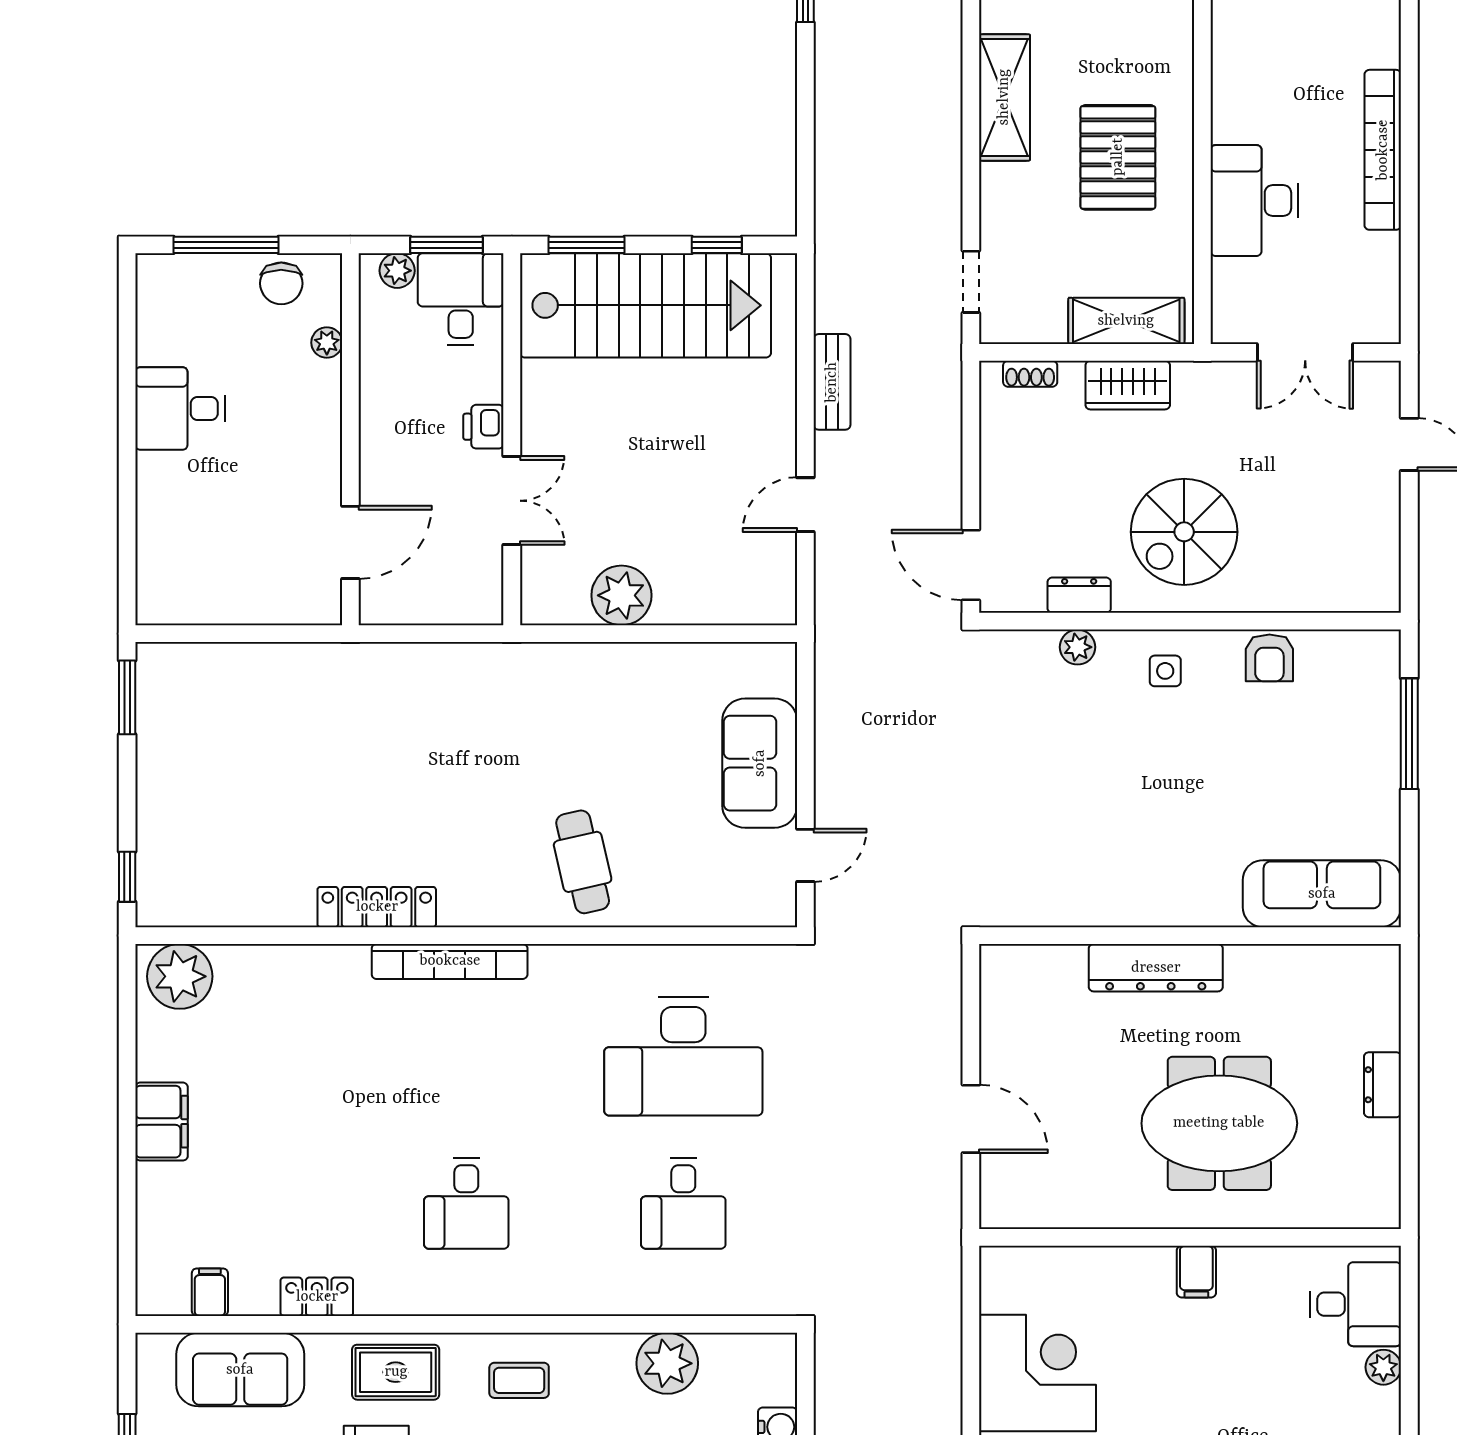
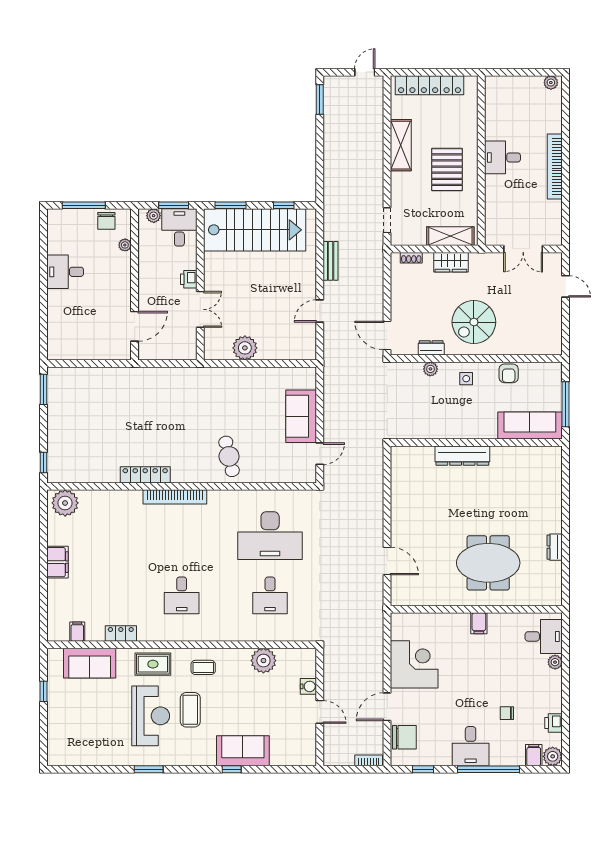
desk: (1254, 201) -> (503, 157), moved, width x0.73
sofa: (1322, 894) -> (530, 426), moved
wall: (1190, 936) -> (476, 443), moved
dresser: (1156, 968) -> (462, 456), moved

